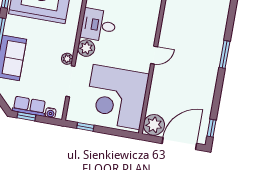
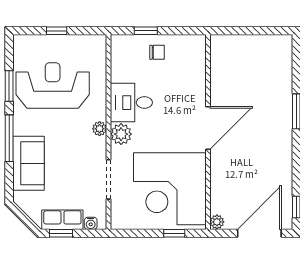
door: (154, 55) -> (208, 128), width x1.88
plant: (67, 59) -> (100, 129), moved
plant: (154, 125) -> (217, 222), width x0.53, depth x0.53
window: (85, 127) -> (174, 233), moved

